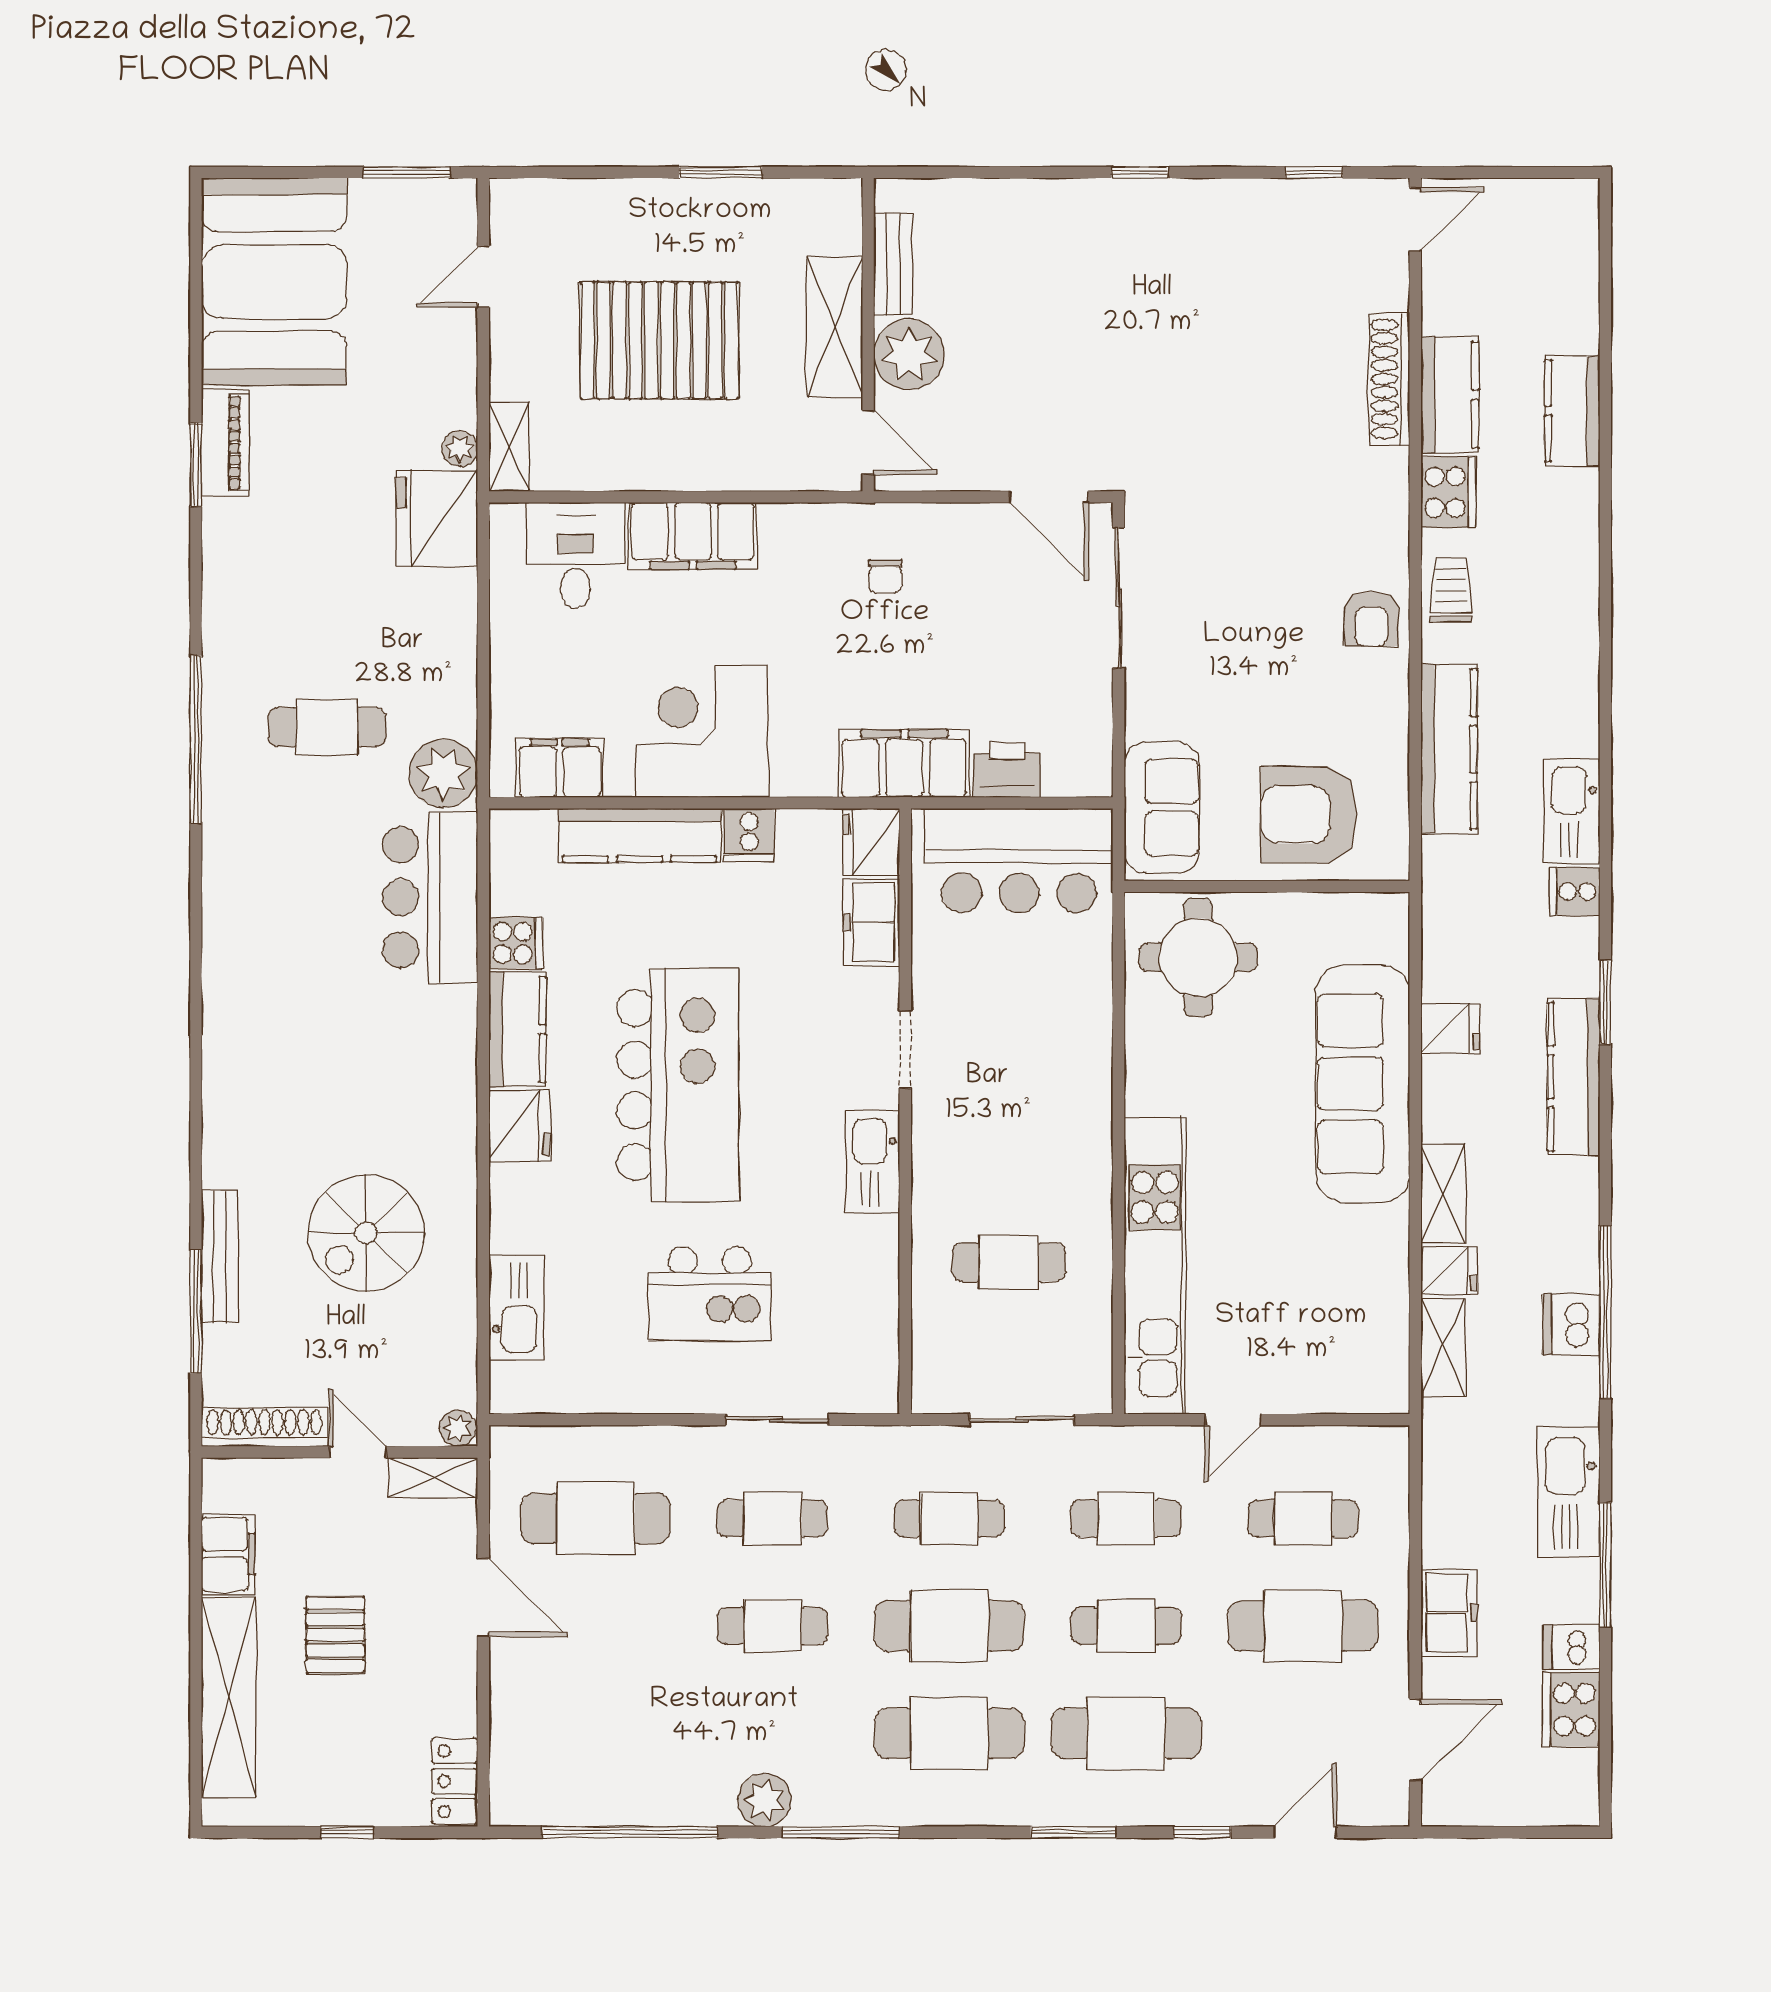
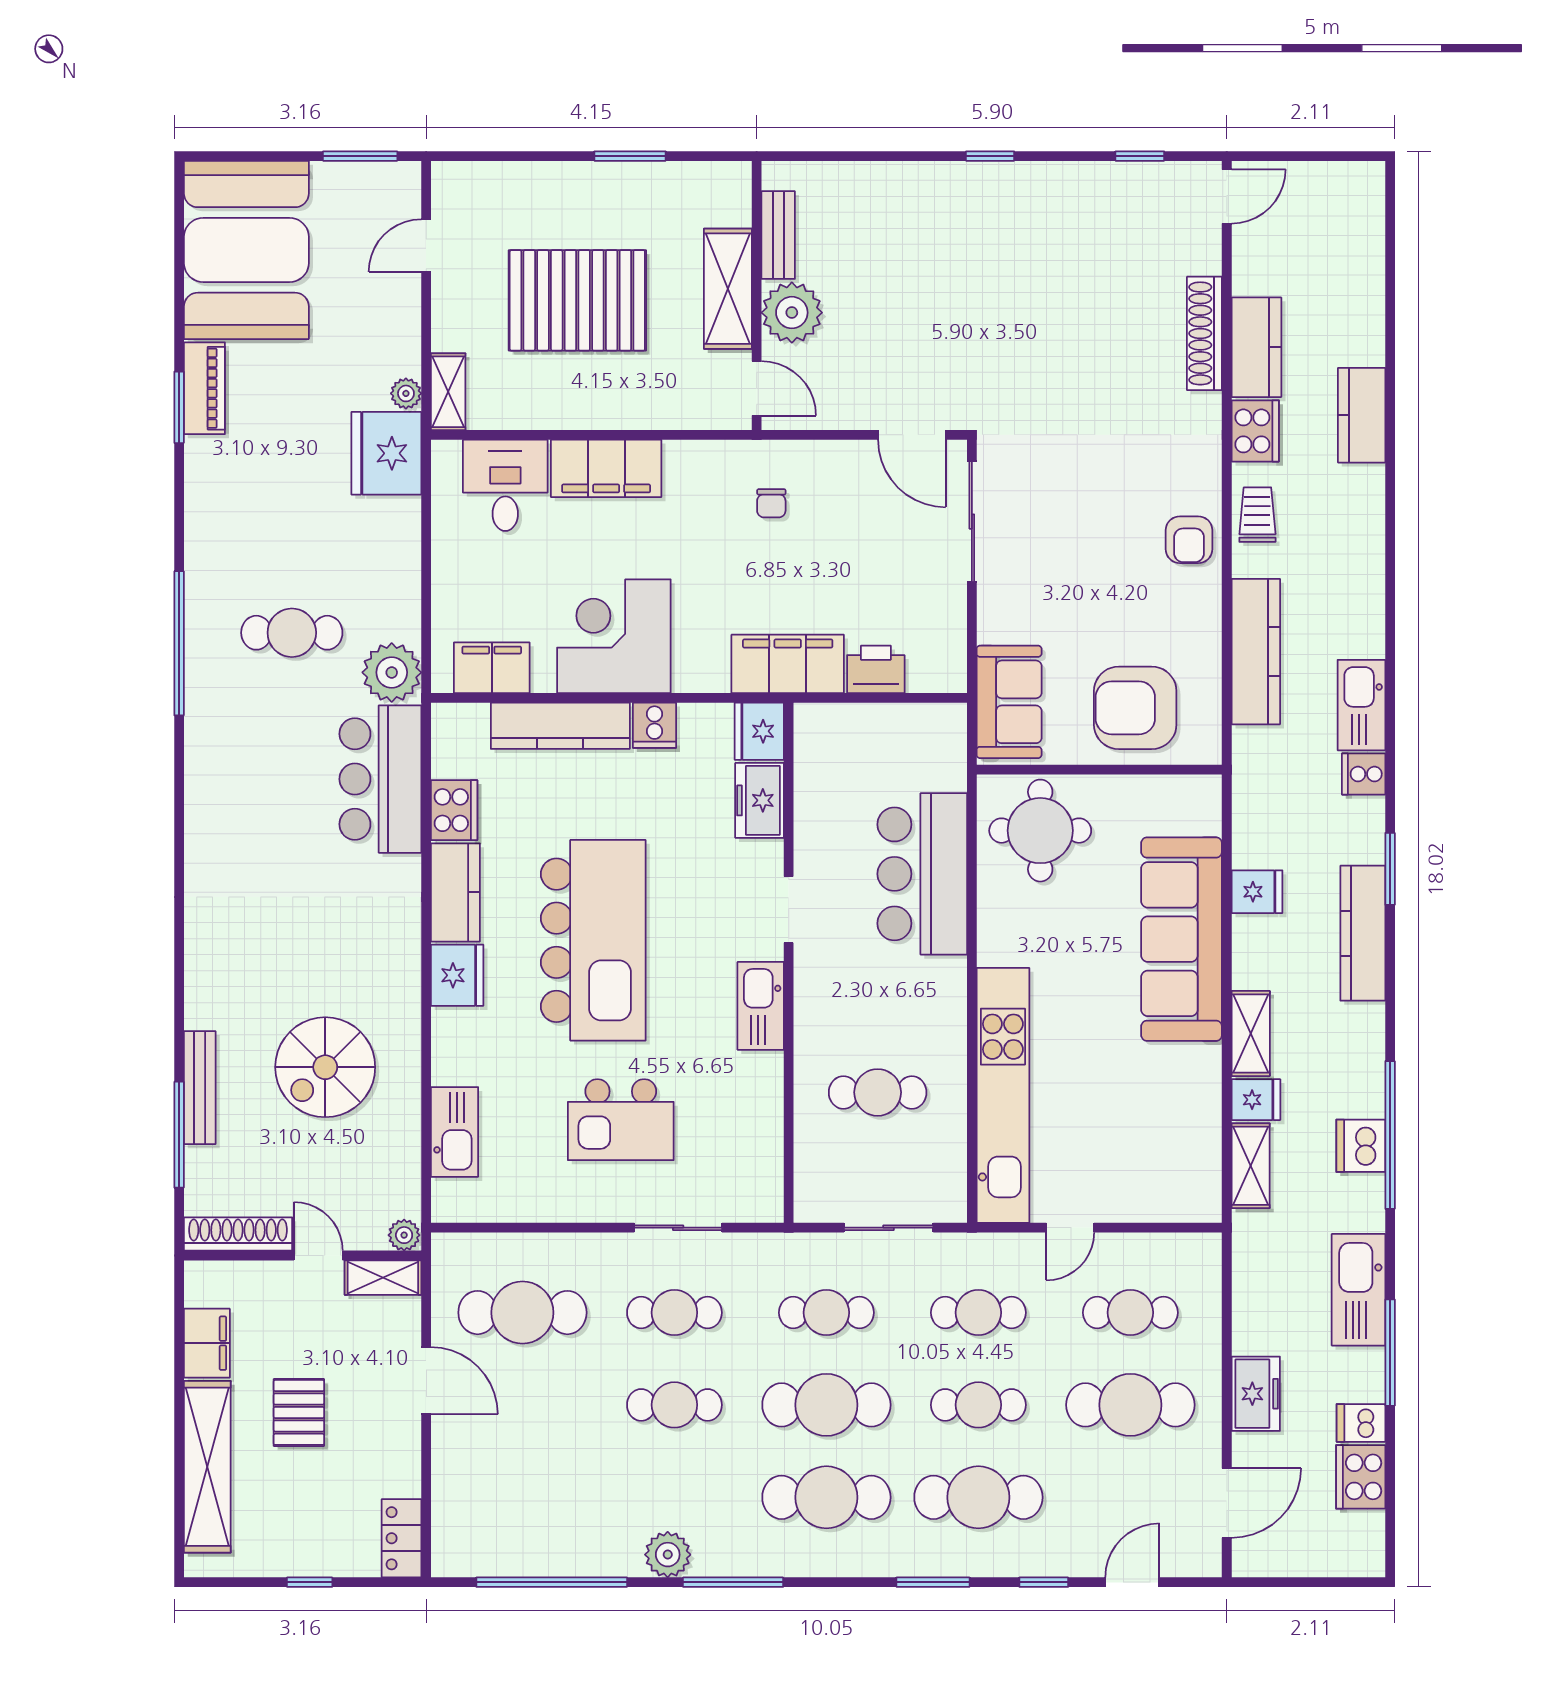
kitchen counter: (1572, 411) -> (1362, 415), moved
bar counter: (1019, 861) -> (922, 874), moved, turned 90
cooker: (516, 943) -> (454, 810), width x1.36

